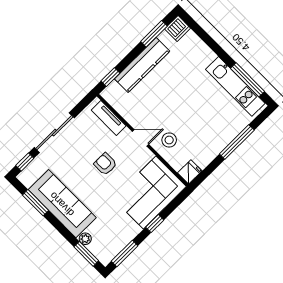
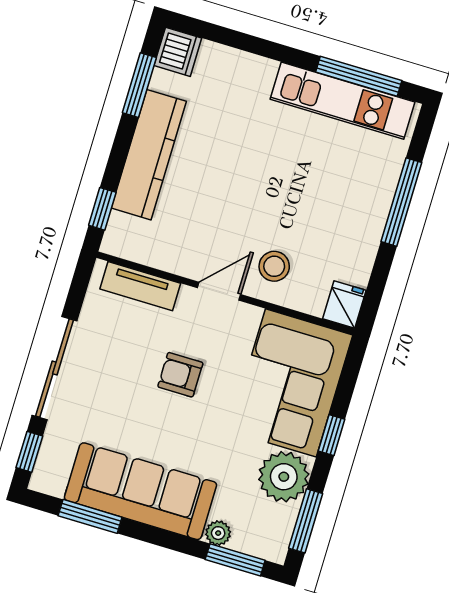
plant: (125, 230) -> (284, 477), added

